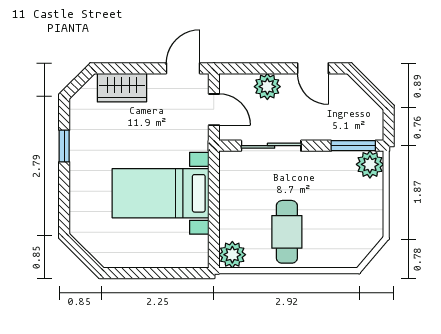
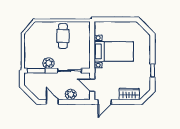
plant: (370, 164) -> (48, 63), moved
plant: (232, 255) -> (85, 27), removed

